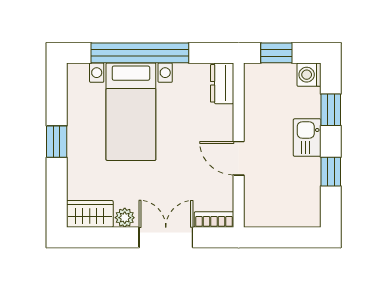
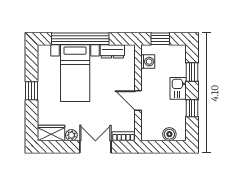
washing machine: (309, 75) -> (148, 62), moved, turned 180
dresser: (222, 83) -> (112, 51), moved, turned -90
boiler: (292, 216) -> (169, 134), added

